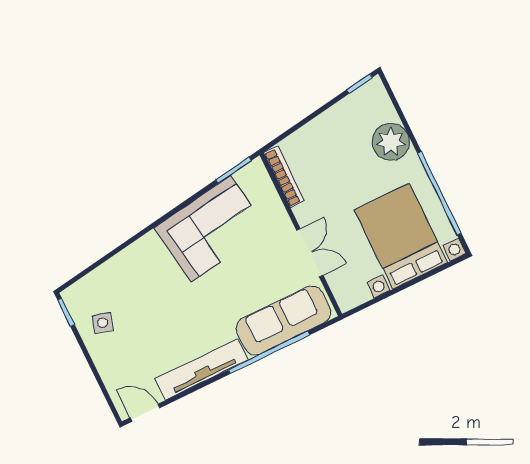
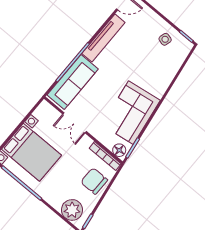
plant: (391, 142) -> (72, 210), moved
chair: (320, 144) -> (94, 181), added
floor lamp: (257, 176) -> (119, 150), added

